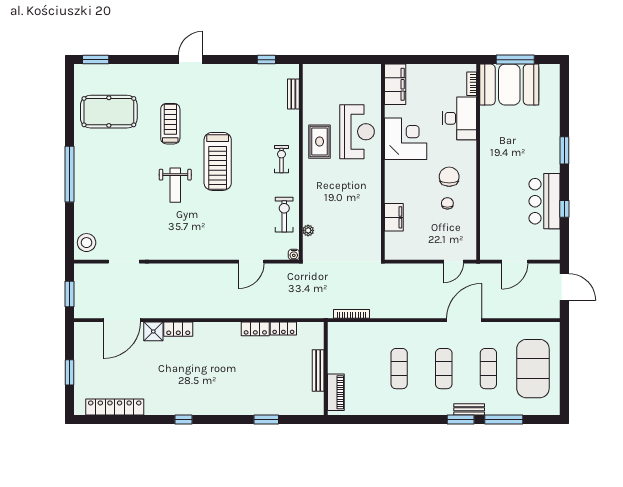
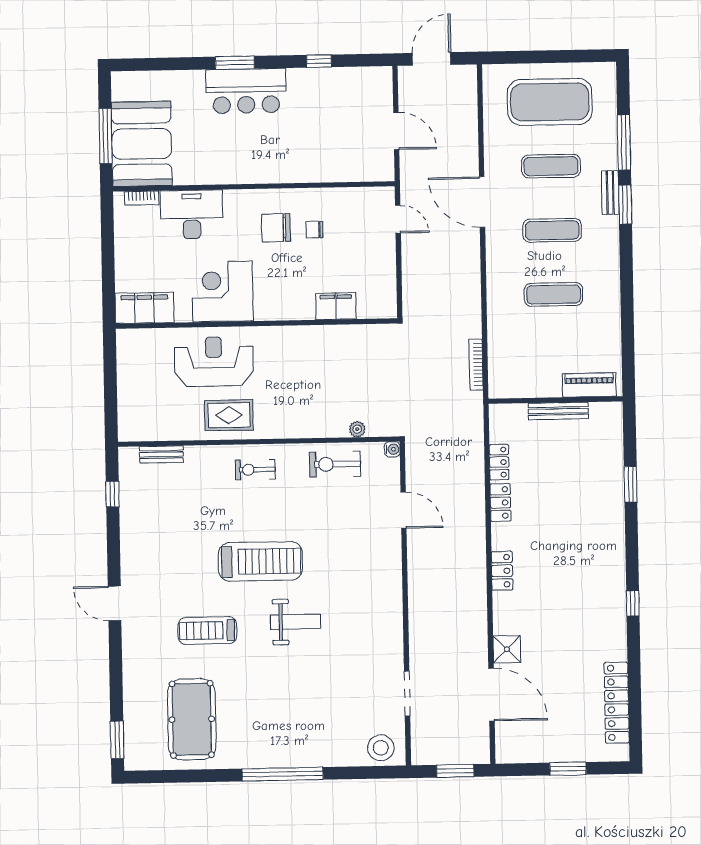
bar counter: (545, 201) -> (246, 91), moved
locker: (178, 329) -> (502, 571), moved

